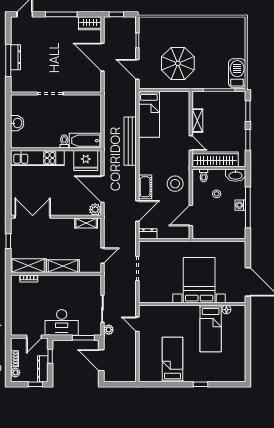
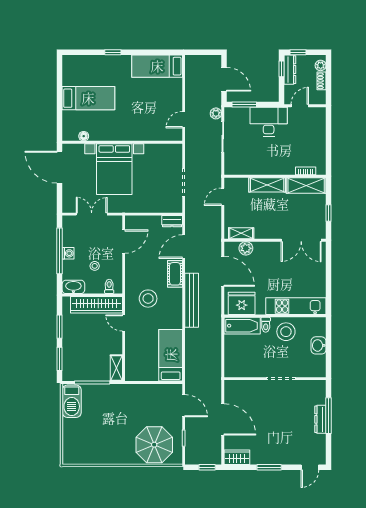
window: (61, 14) -> (269, 467), width x0.69
parasol: (178, 63) -> (154, 445), moved
shelving: (197, 121) -> (116, 368), moved
stool: (46, 135) -> (286, 332), added
bench: (130, 141) -> (192, 300), moved
stool: (175, 184) -> (148, 299), moved
plant: (95, 210) -> (246, 248), moved
double door: (219, 240) -> (92, 214), added
door: (137, 324) -> (184, 120), swing flipped
bed: (211, 329) -> (88, 98), moved, turned 90
window: (50, 356) -> (282, 69), moved
bed: (172, 360) -> (157, 66), moved, turned 90

